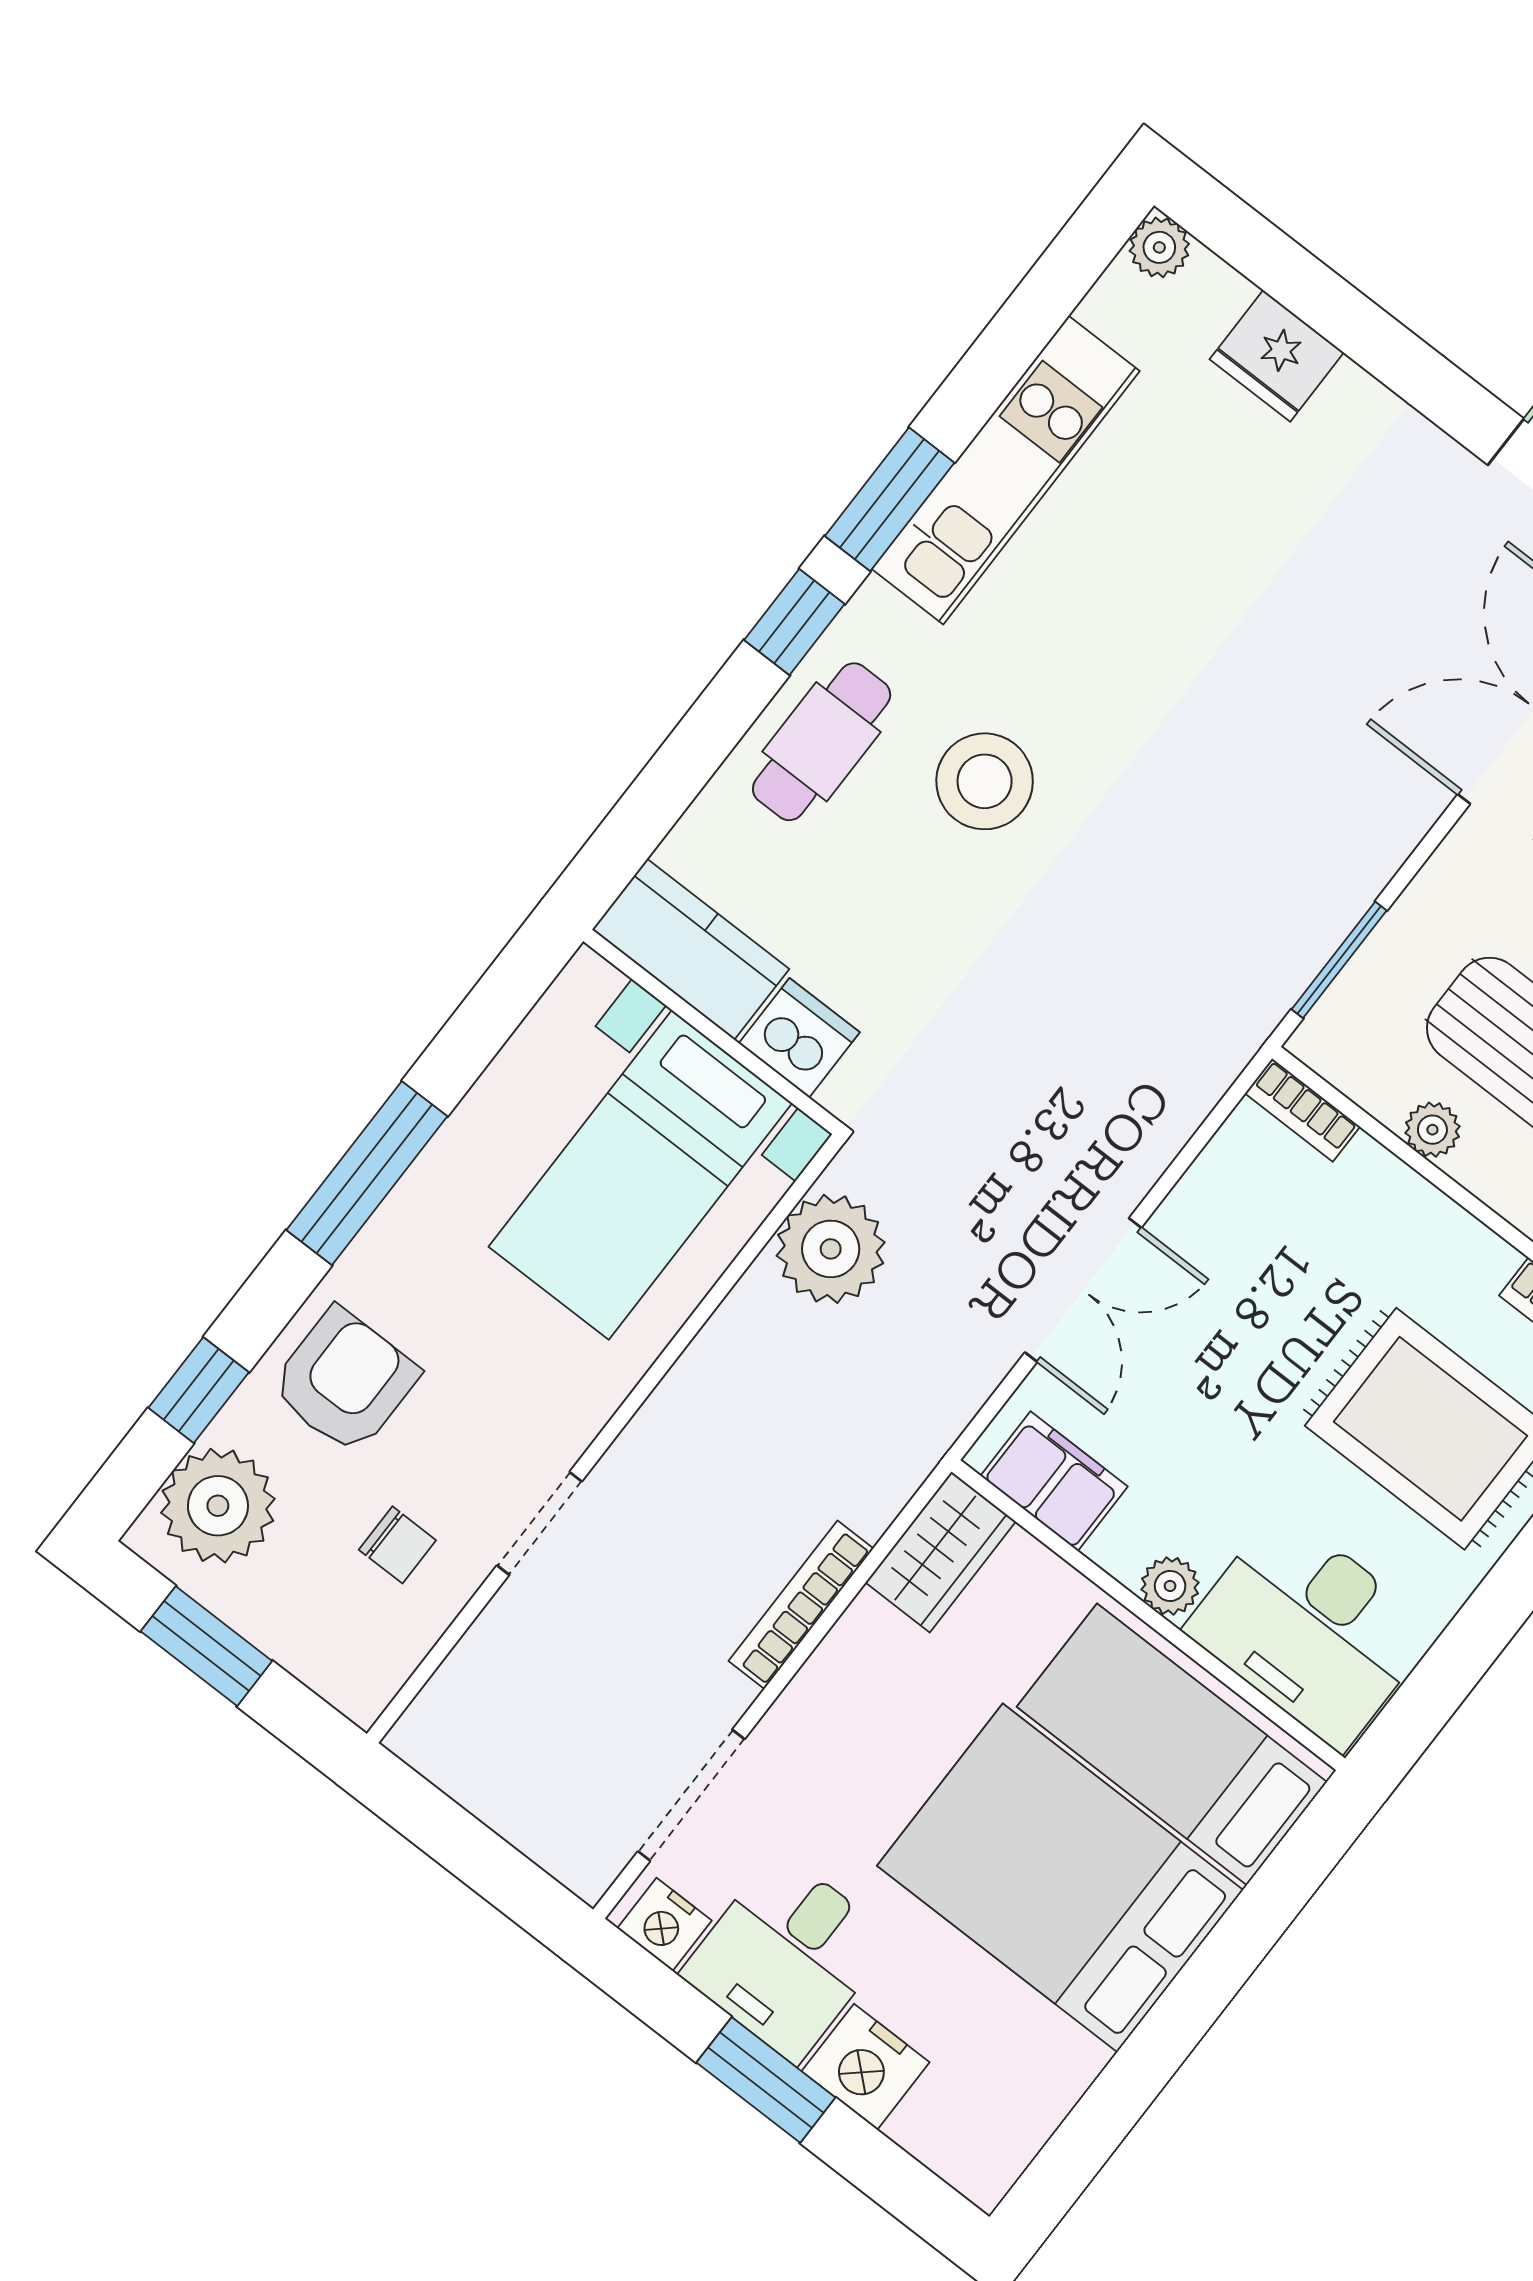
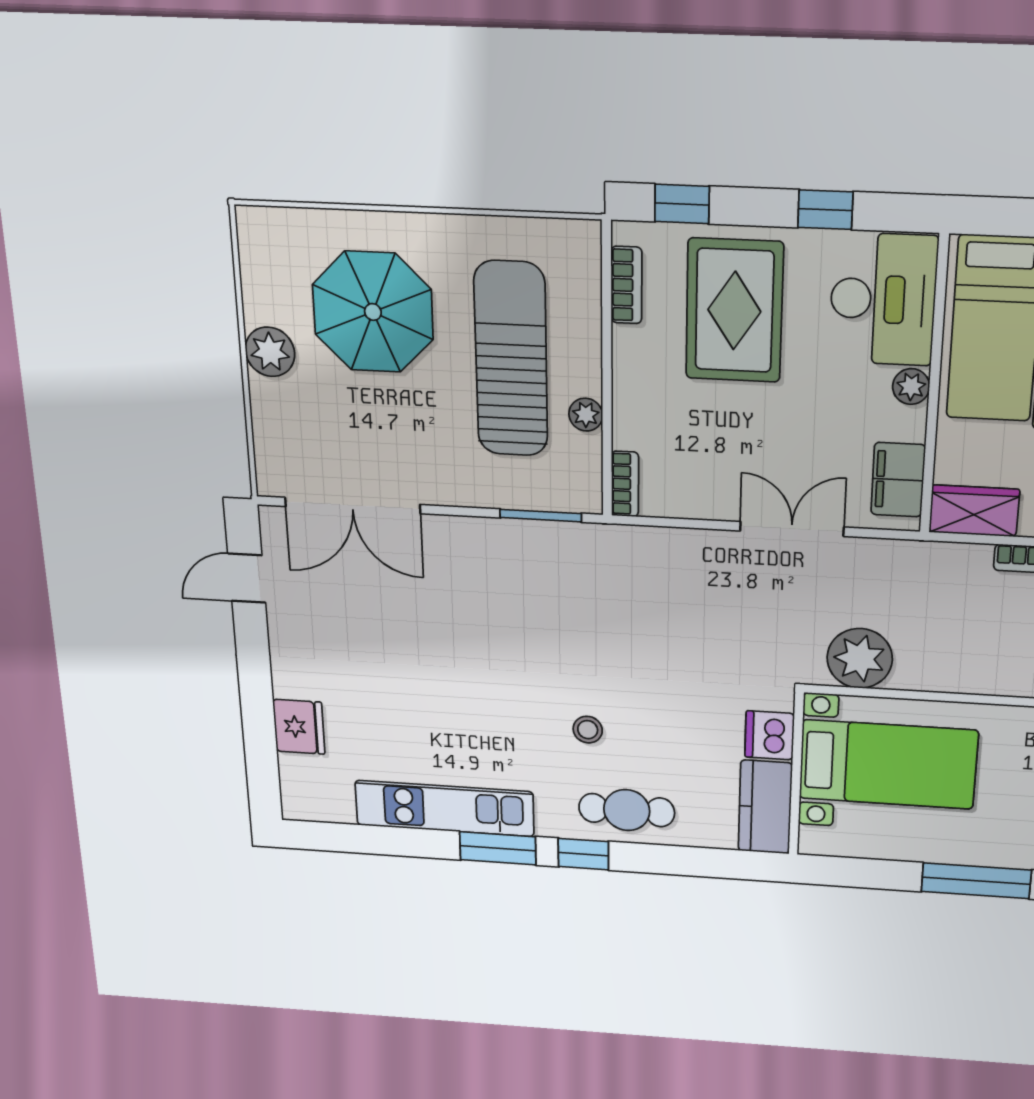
plant: (1159, 247) -> (297, 806), removed
stool: (985, 781) -> (588, 730), width x0.53, depth x0.53
window: (1476, 1637) -> (825, 210), added

